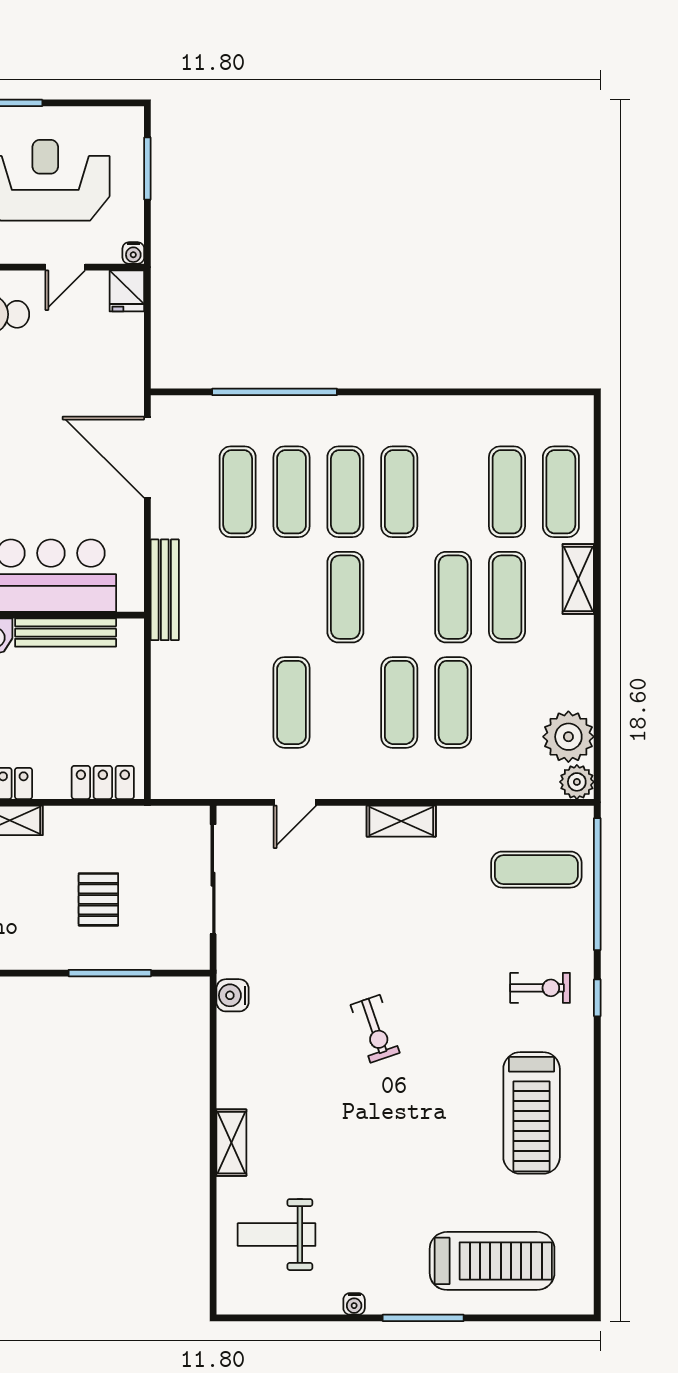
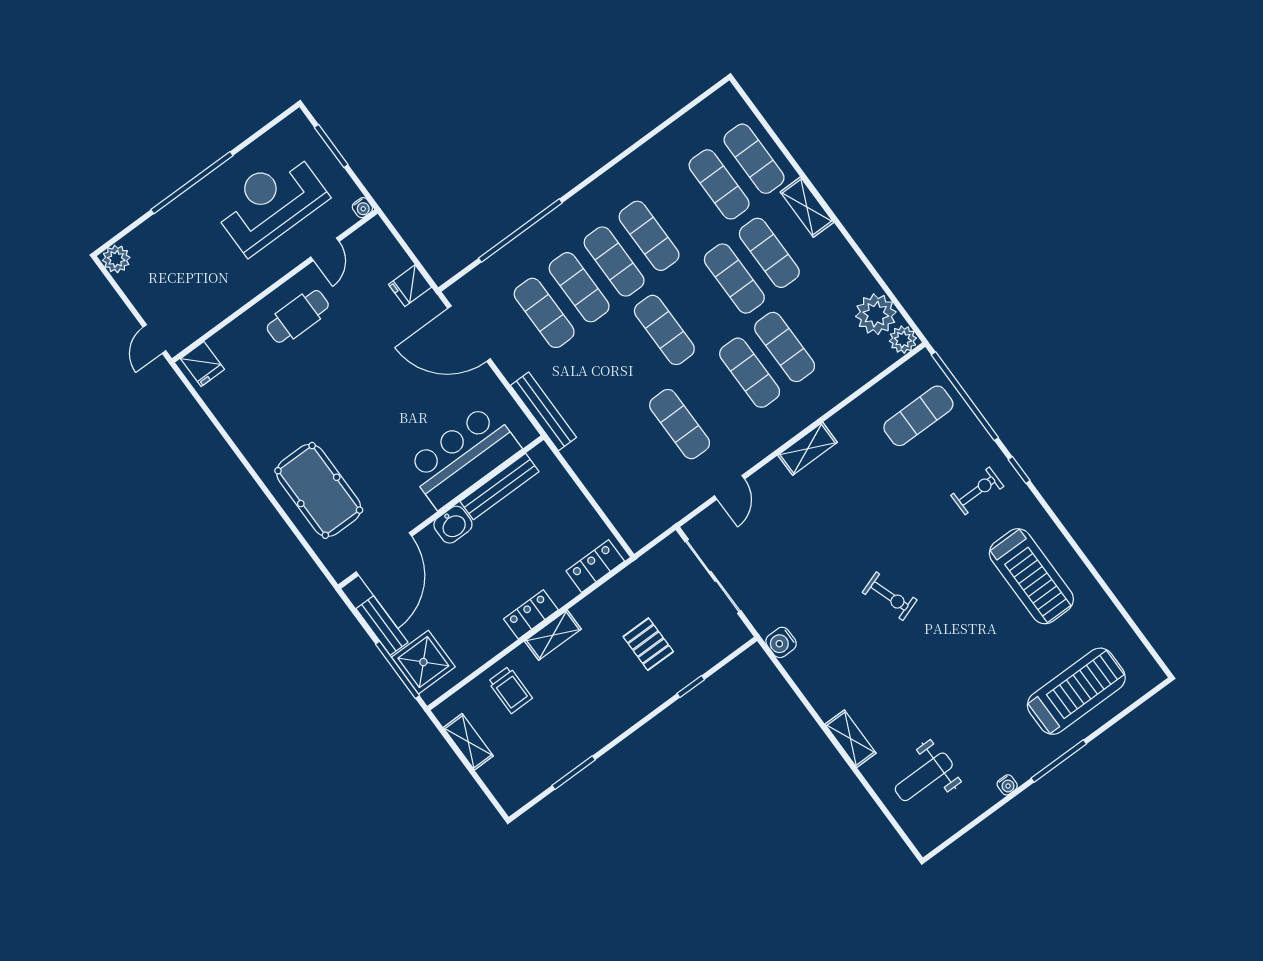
fridge: (127, 291) -> (410, 286), moved, turned 90
window: (110, 973) -> (691, 687), width x0.46

